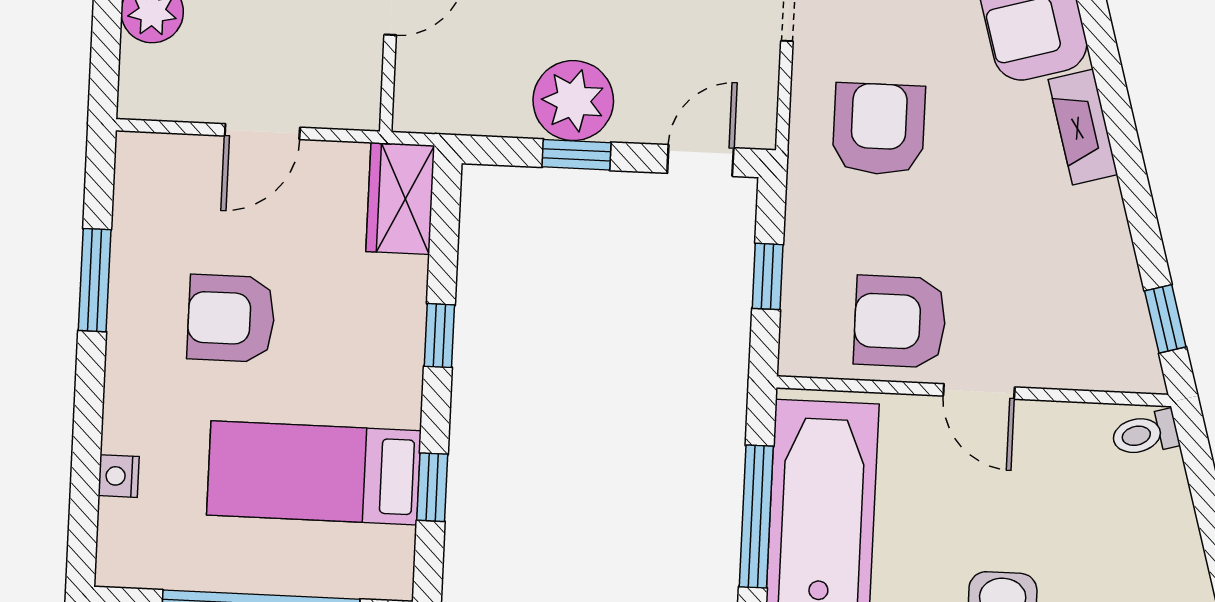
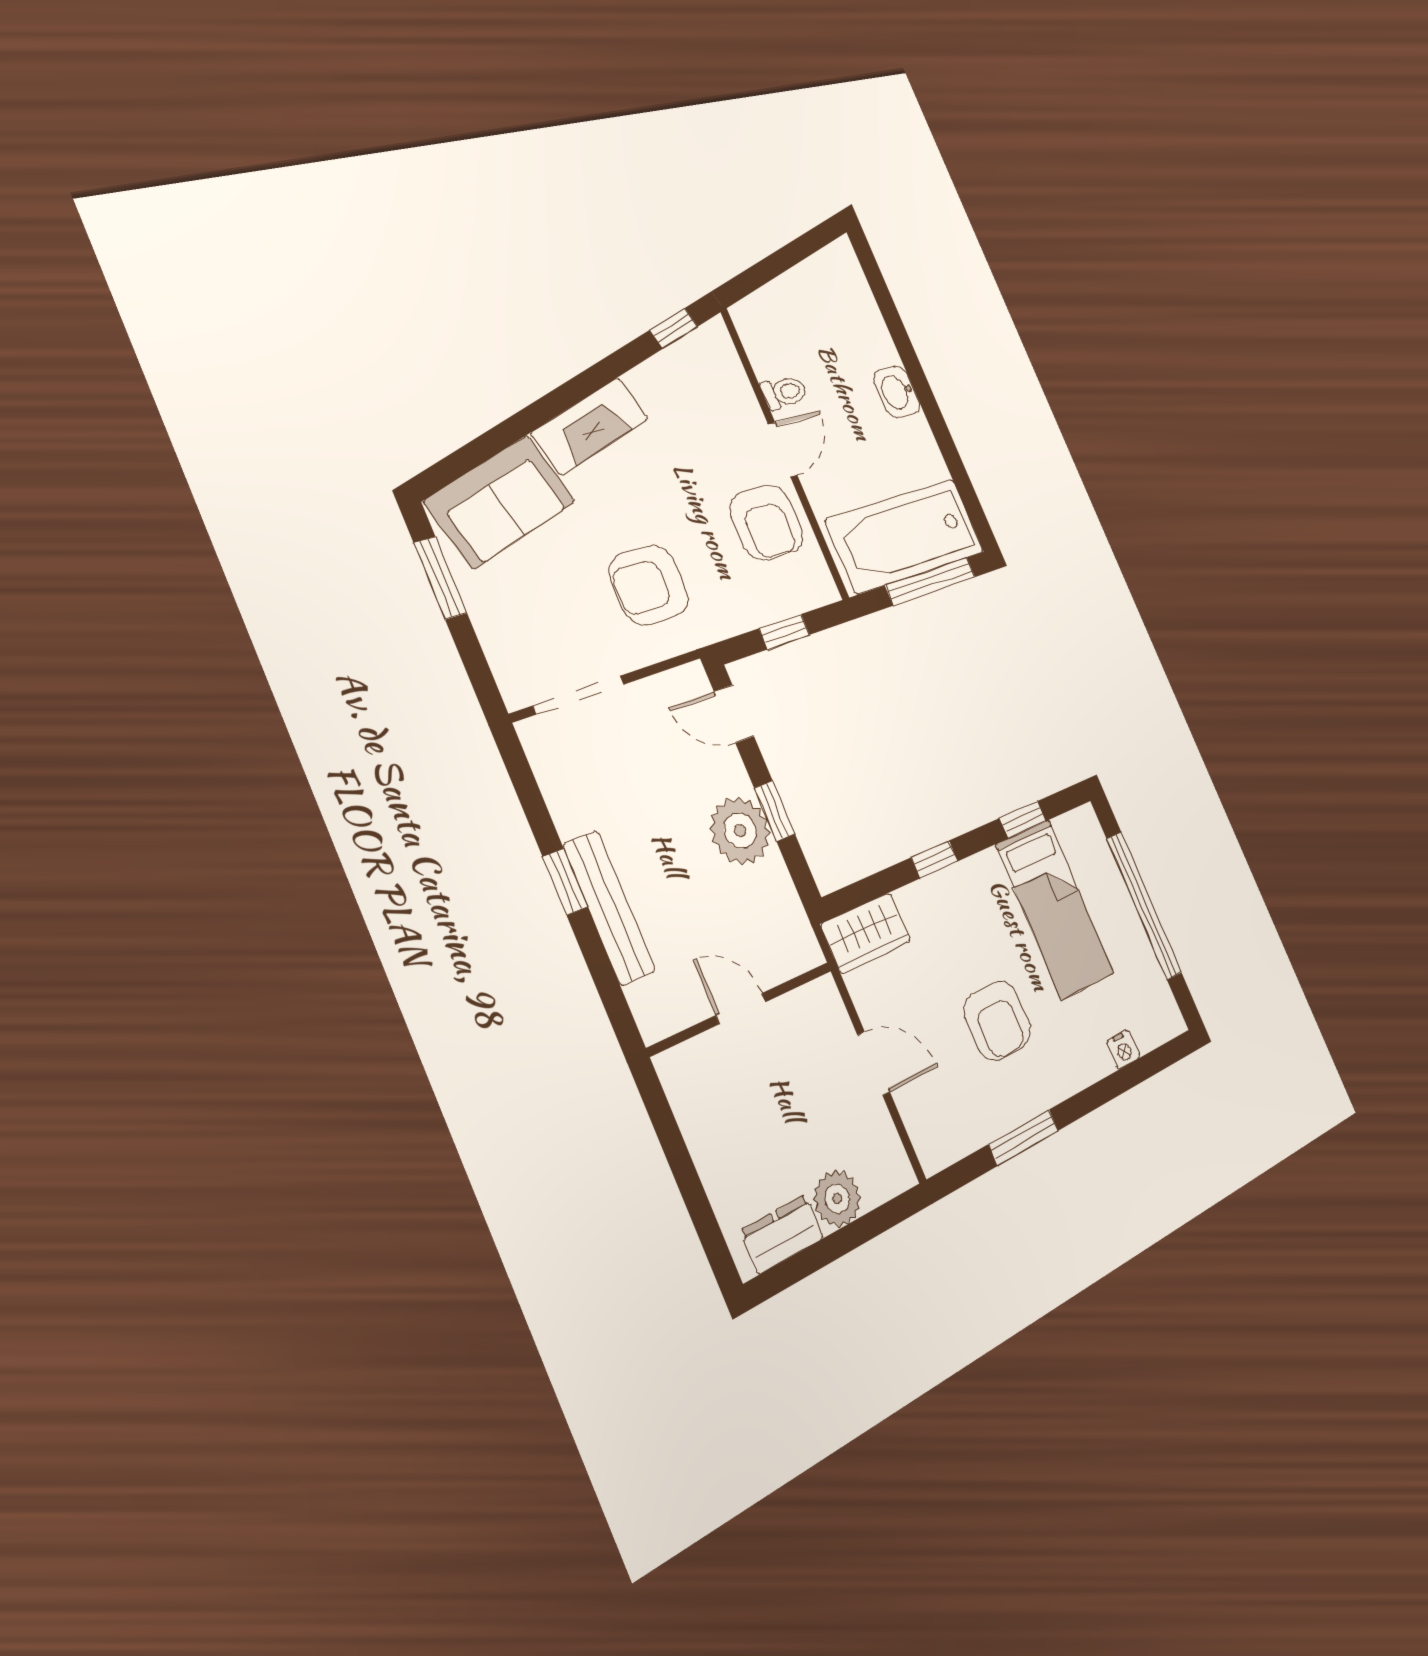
fireplace: (1083, 127) -> (590, 426), width x1.37, depth x1.32
toilet: (1145, 434) -> (784, 392), moved, turned -74

